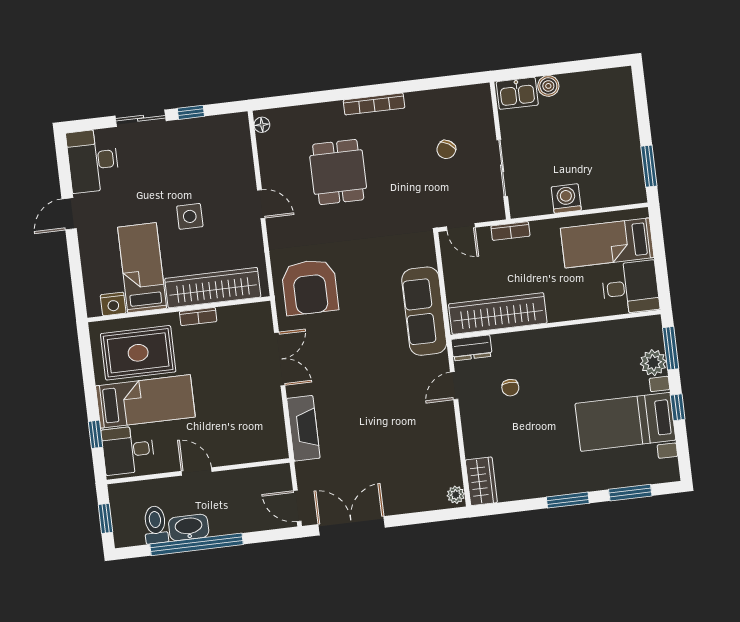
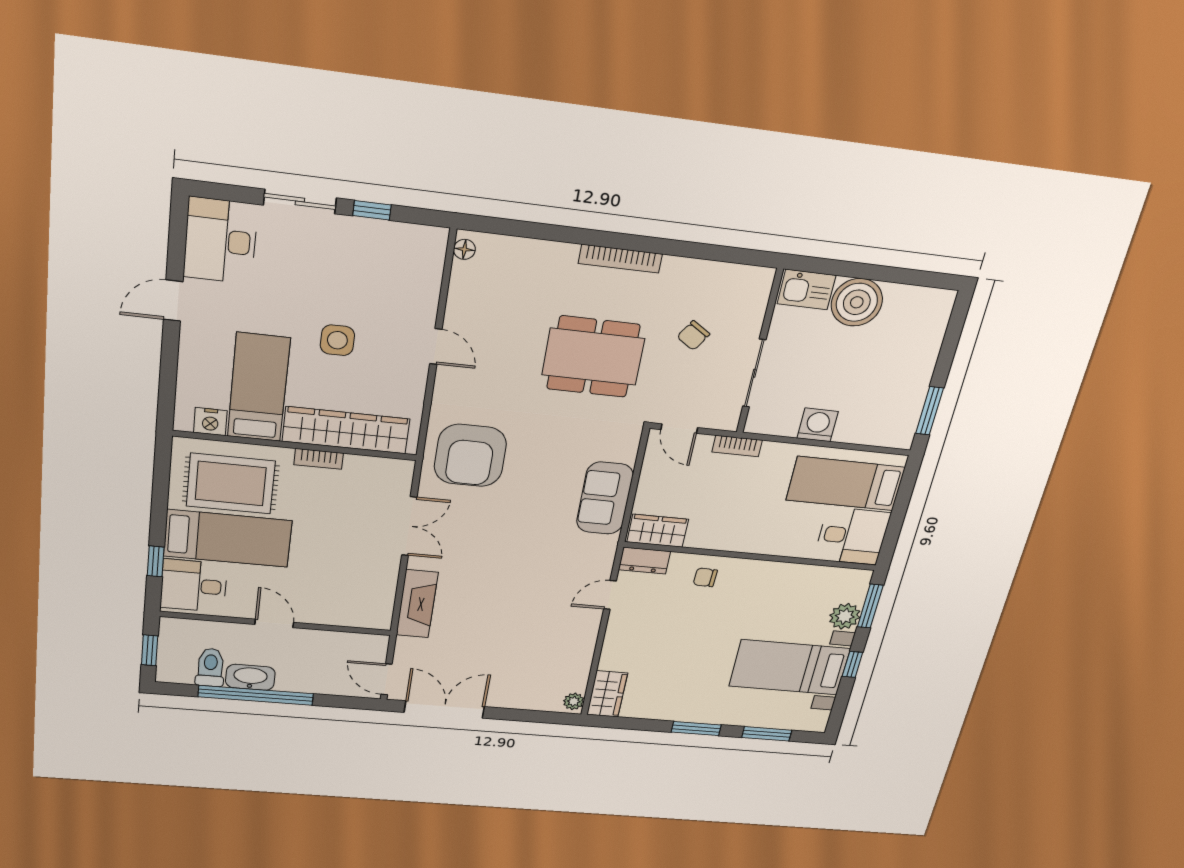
boiler: (548, 86) -> (857, 302), width x1.86, depth x1.86
dining table: (338, 172) -> (593, 357), moved, width x1.38
sofa: (424, 311) -> (605, 498), width x0.73
wardrobe: (498, 313) -> (658, 531), width x0.48, depth x0.85
chair: (510, 388) -> (705, 577), moved, turned 92

